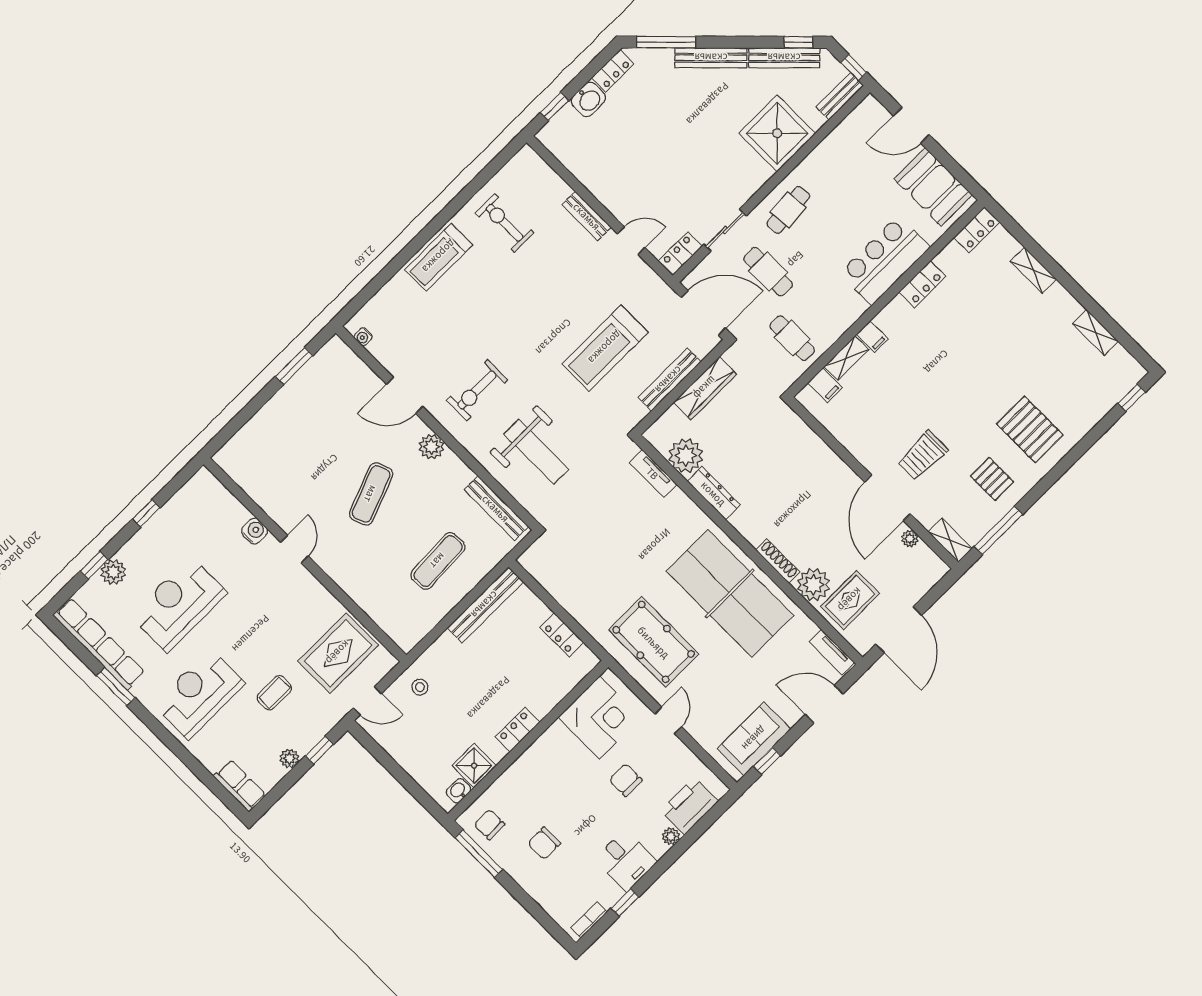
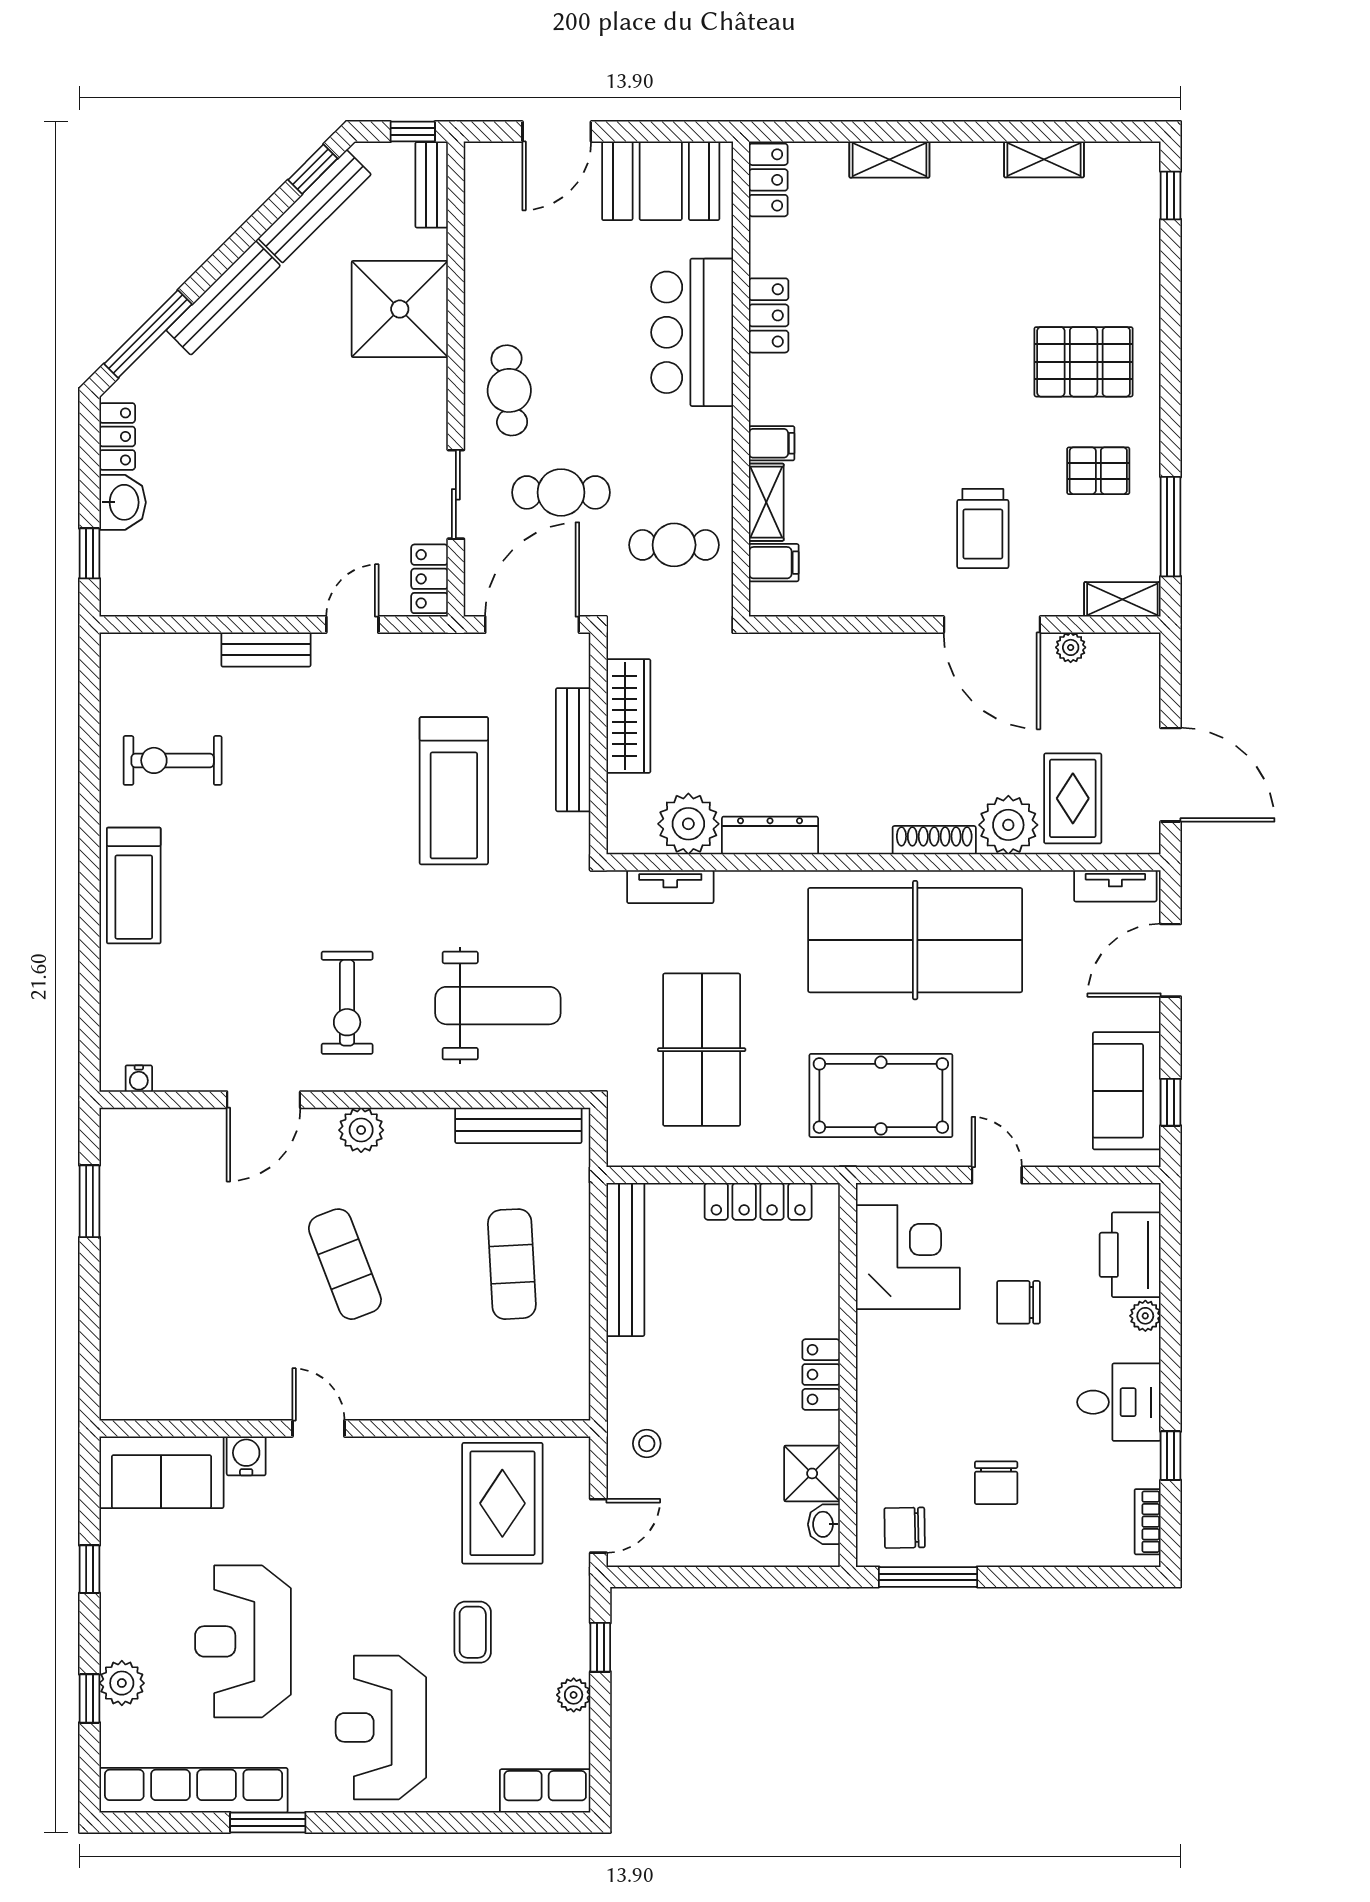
sofa: (214, 504) -> (161, 1472), added
table tennis table: (600, 551) -> (702, 1050), added
locker: (562, 635) -> (758, 1201), width x1.53

